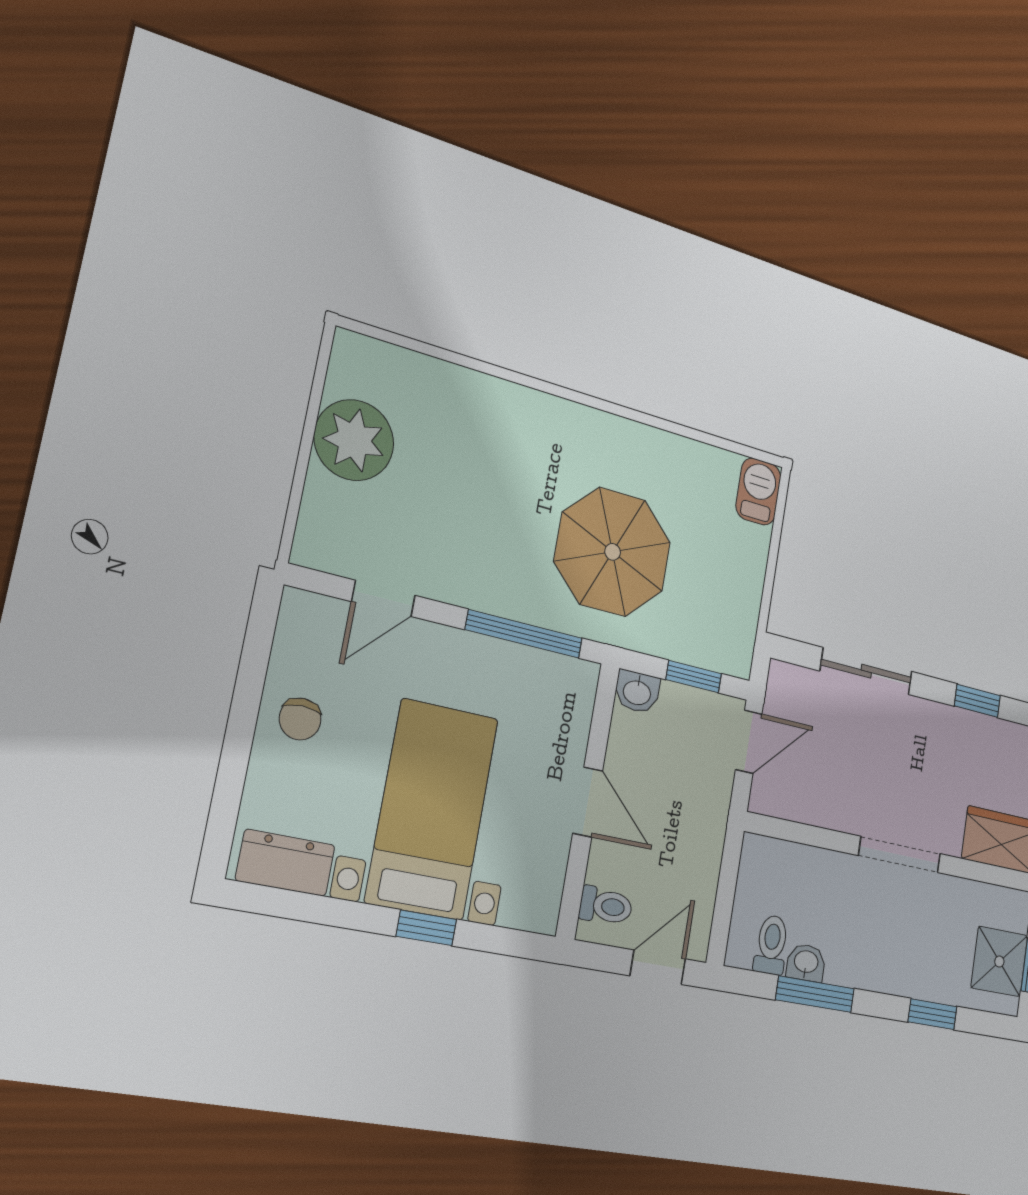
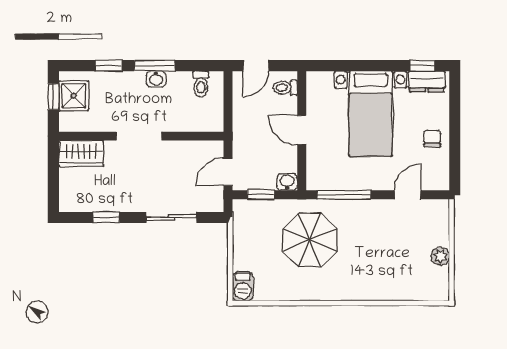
plant: (354, 440) -> (440, 256), width x0.53, depth x0.53
window: (426, 928) -> (422, 66), moved
washbasin: (806, 963) -> (156, 79), moved
window: (815, 994) -> (155, 66), moved

